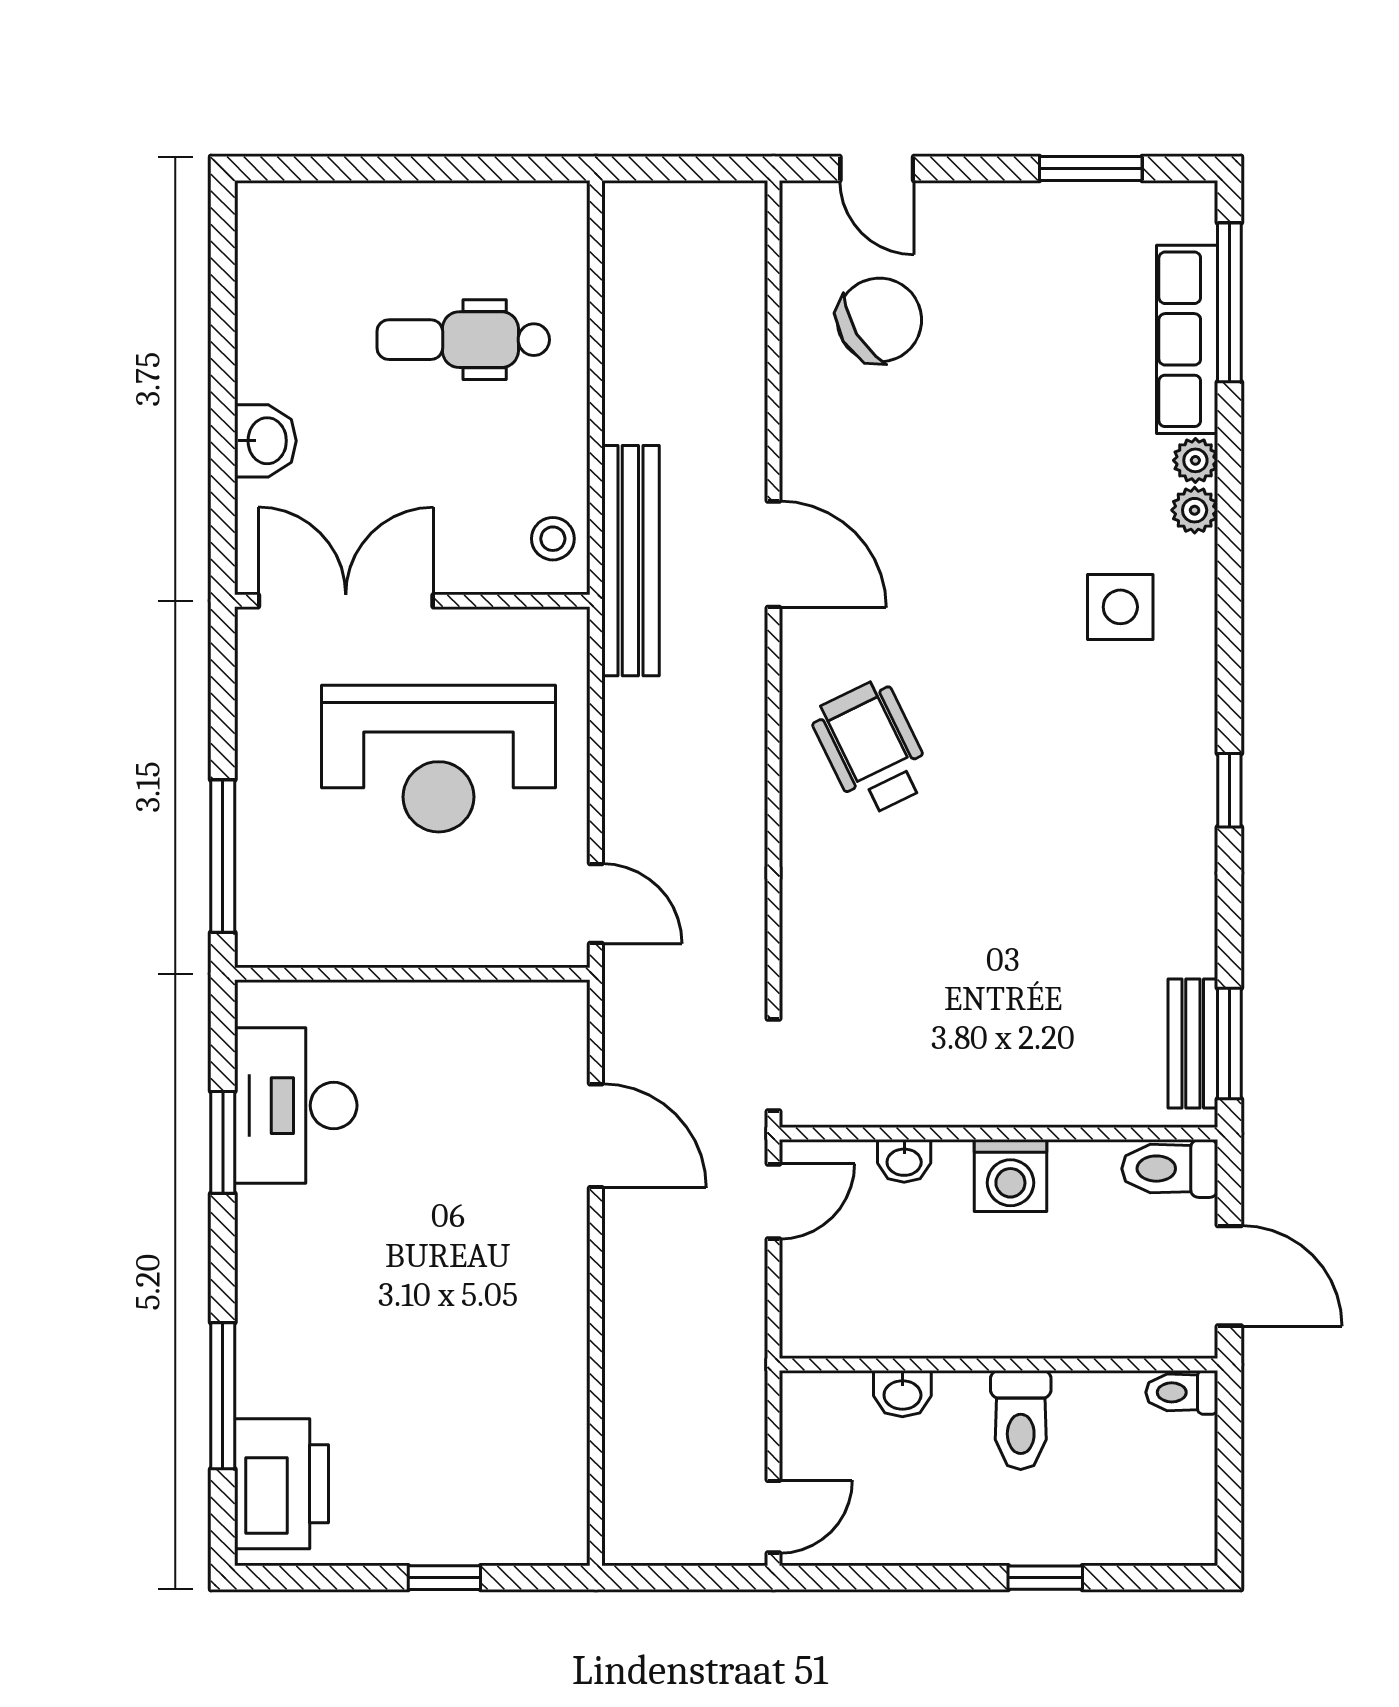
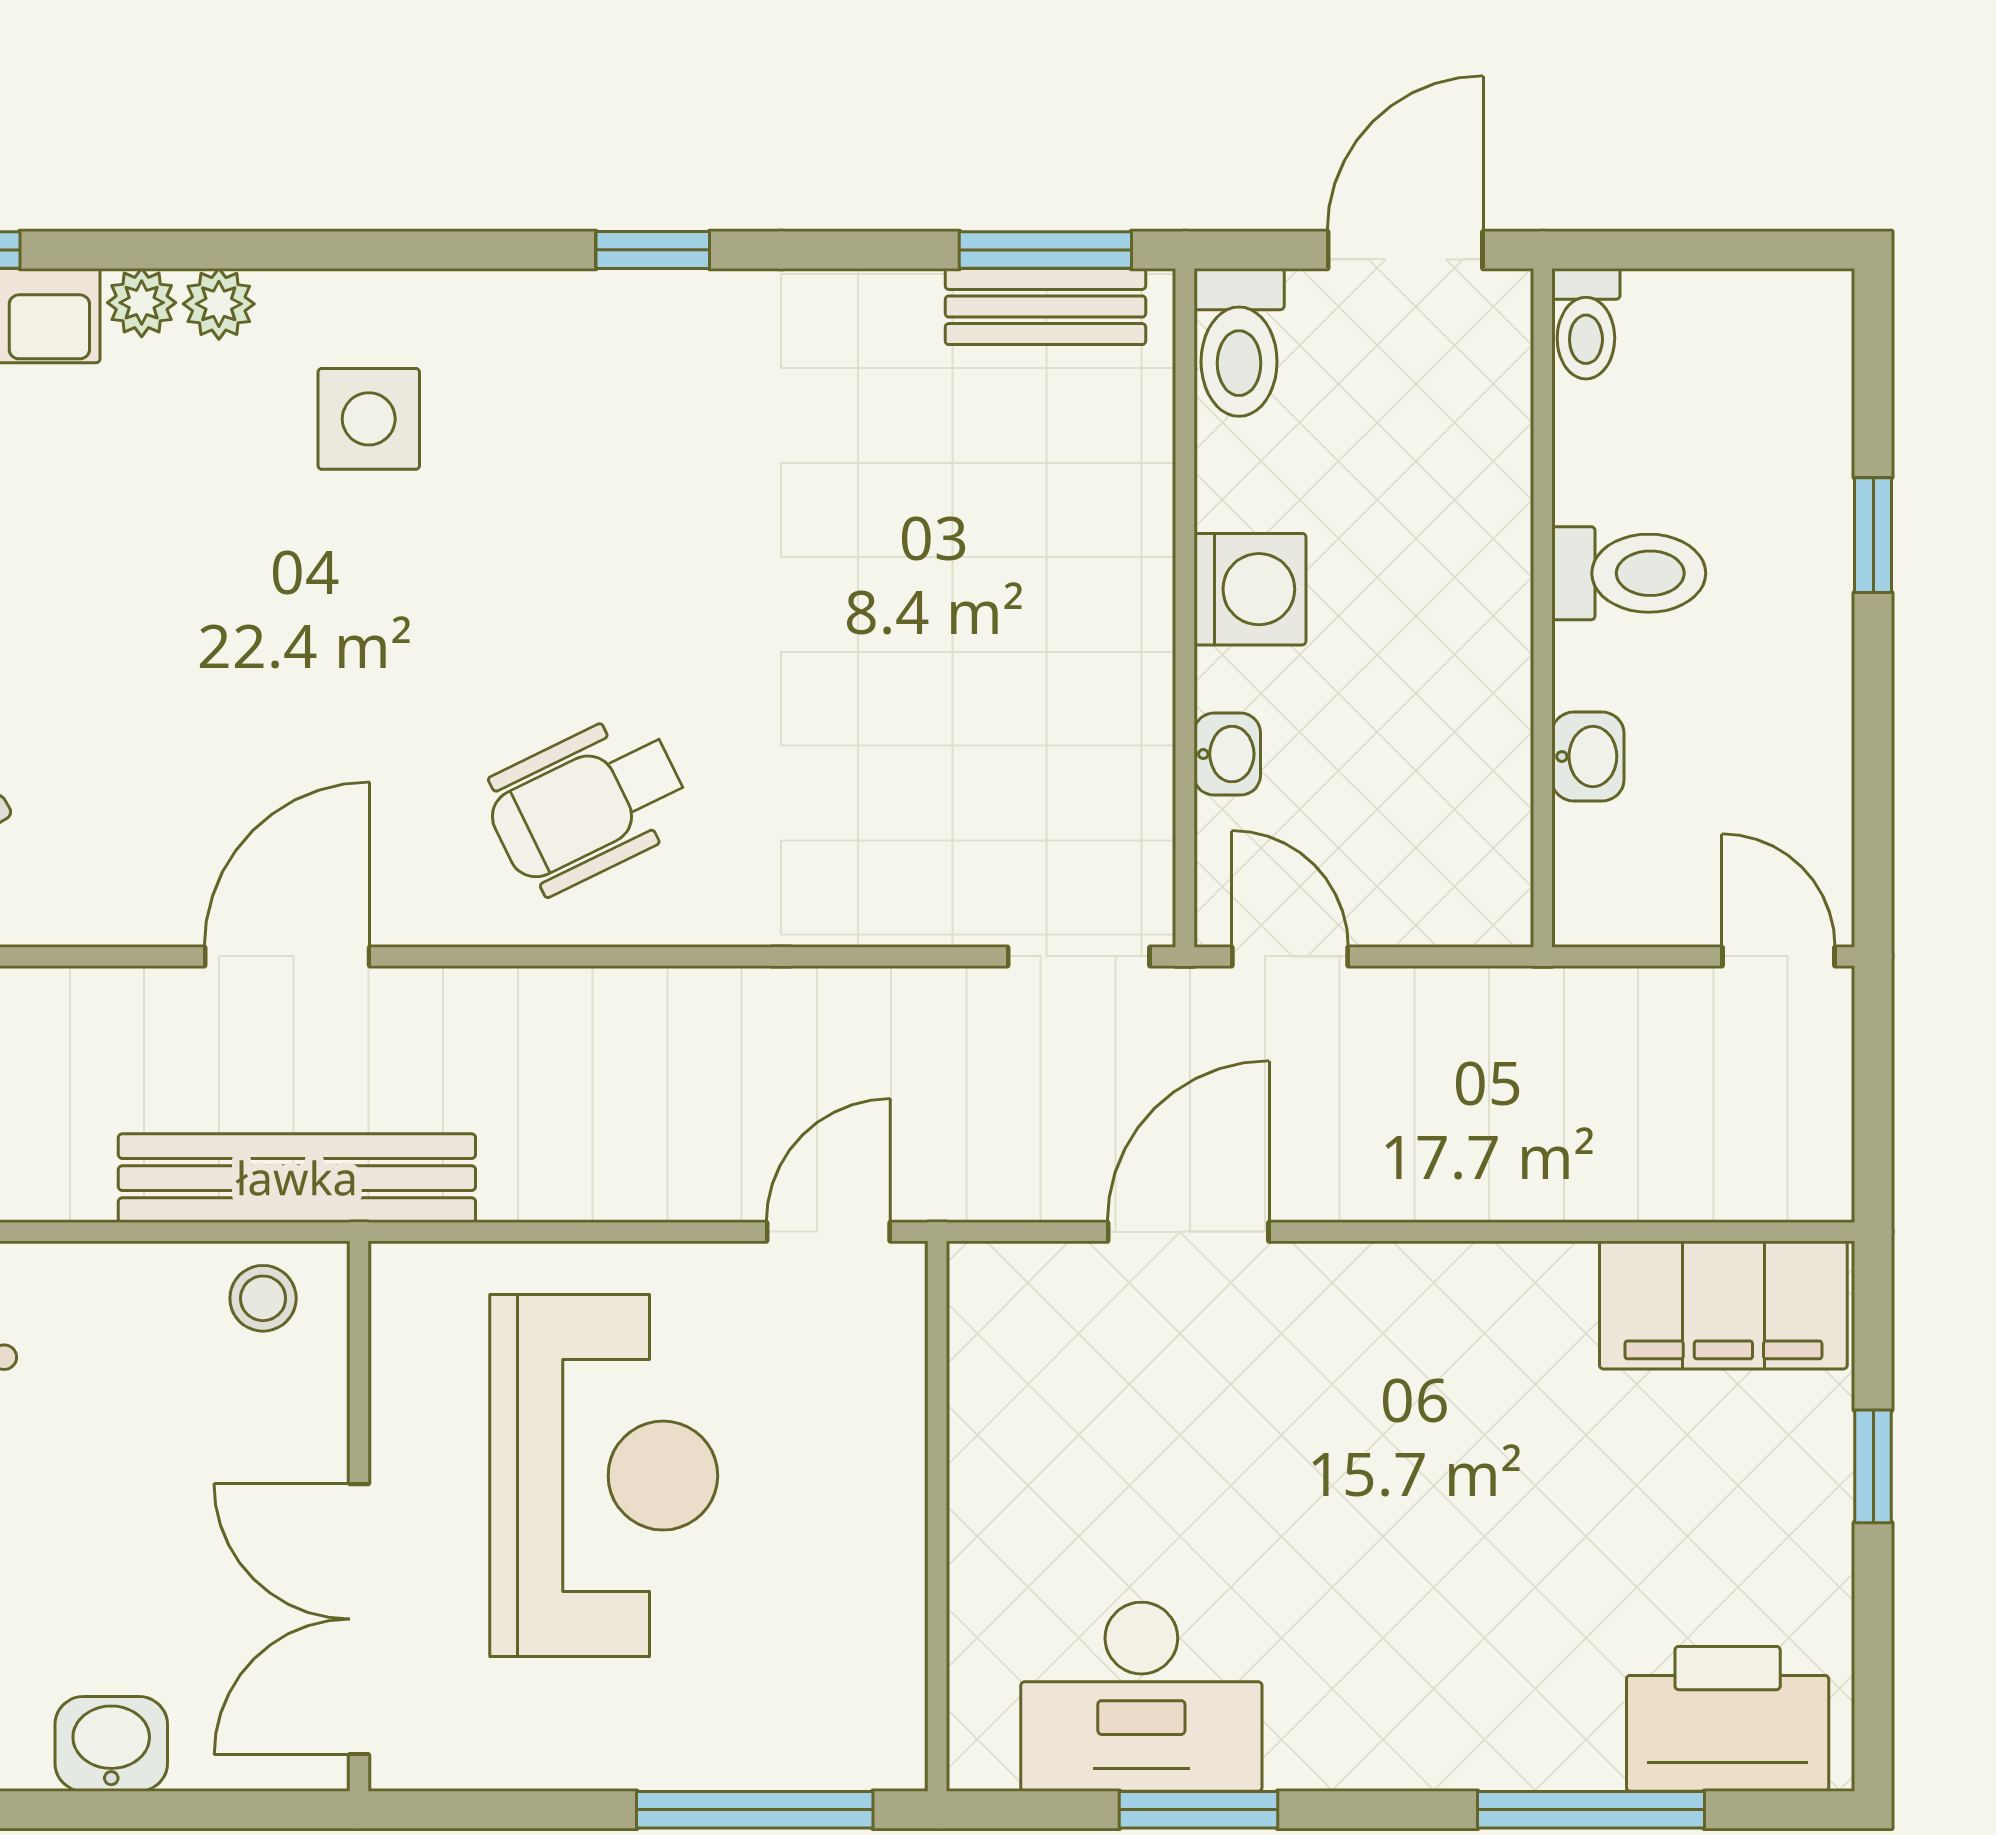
filing cabinet: (549, 1481) -> (1723, 1305), added

